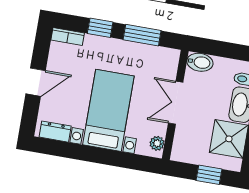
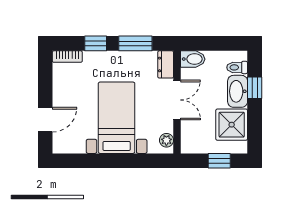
door: (36, 82) -> (45, 120), moved
double door: (176, 103) -> (177, 100), swing flipped
dresser: (55, 132) -> (166, 64), moved, turned -90

